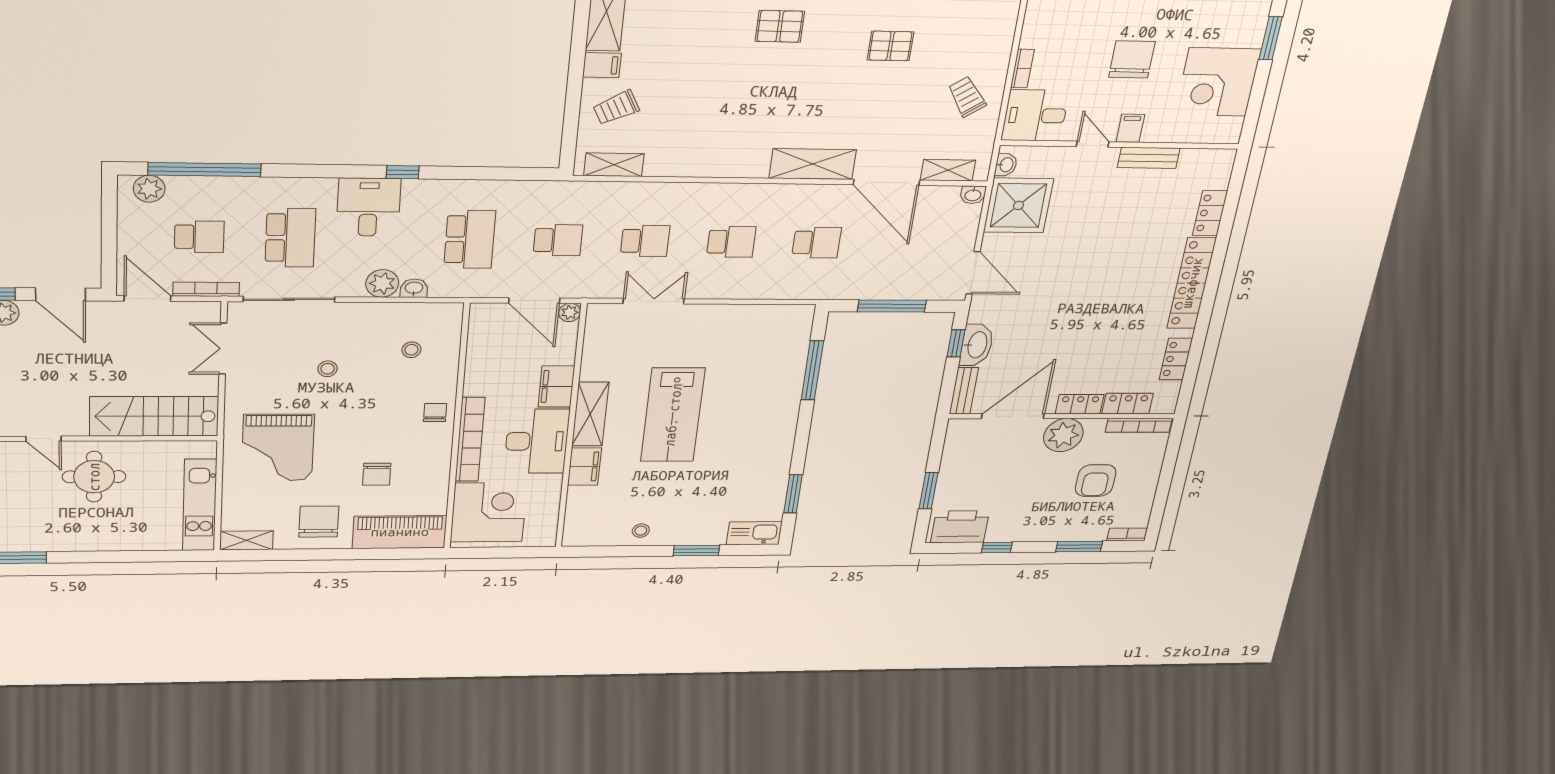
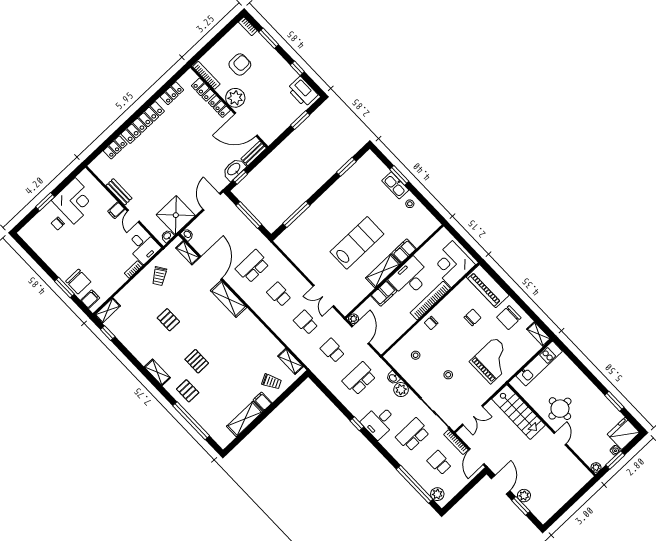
chair: (1132, 59) -> (58, 223), moved, width x0.54, depth x0.54
school desk: (816, 243) -> (252, 266), width x1.85
kitchen sink: (754, 533) -> (395, 185), moved

